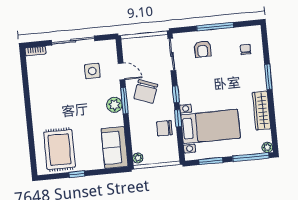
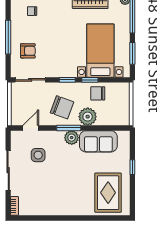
door: (122, 71) -> (31, 128), moved
chair: (164, 128) -> (98, 93), turned 90
sofa: (115, 148) -> (98, 141), moved
rug: (59, 150) -> (108, 193), turned 90
plant: (138, 158) -> (88, 117), moved, width x1.88, depth x1.88
window: (77, 174) -> (132, 167), moved

